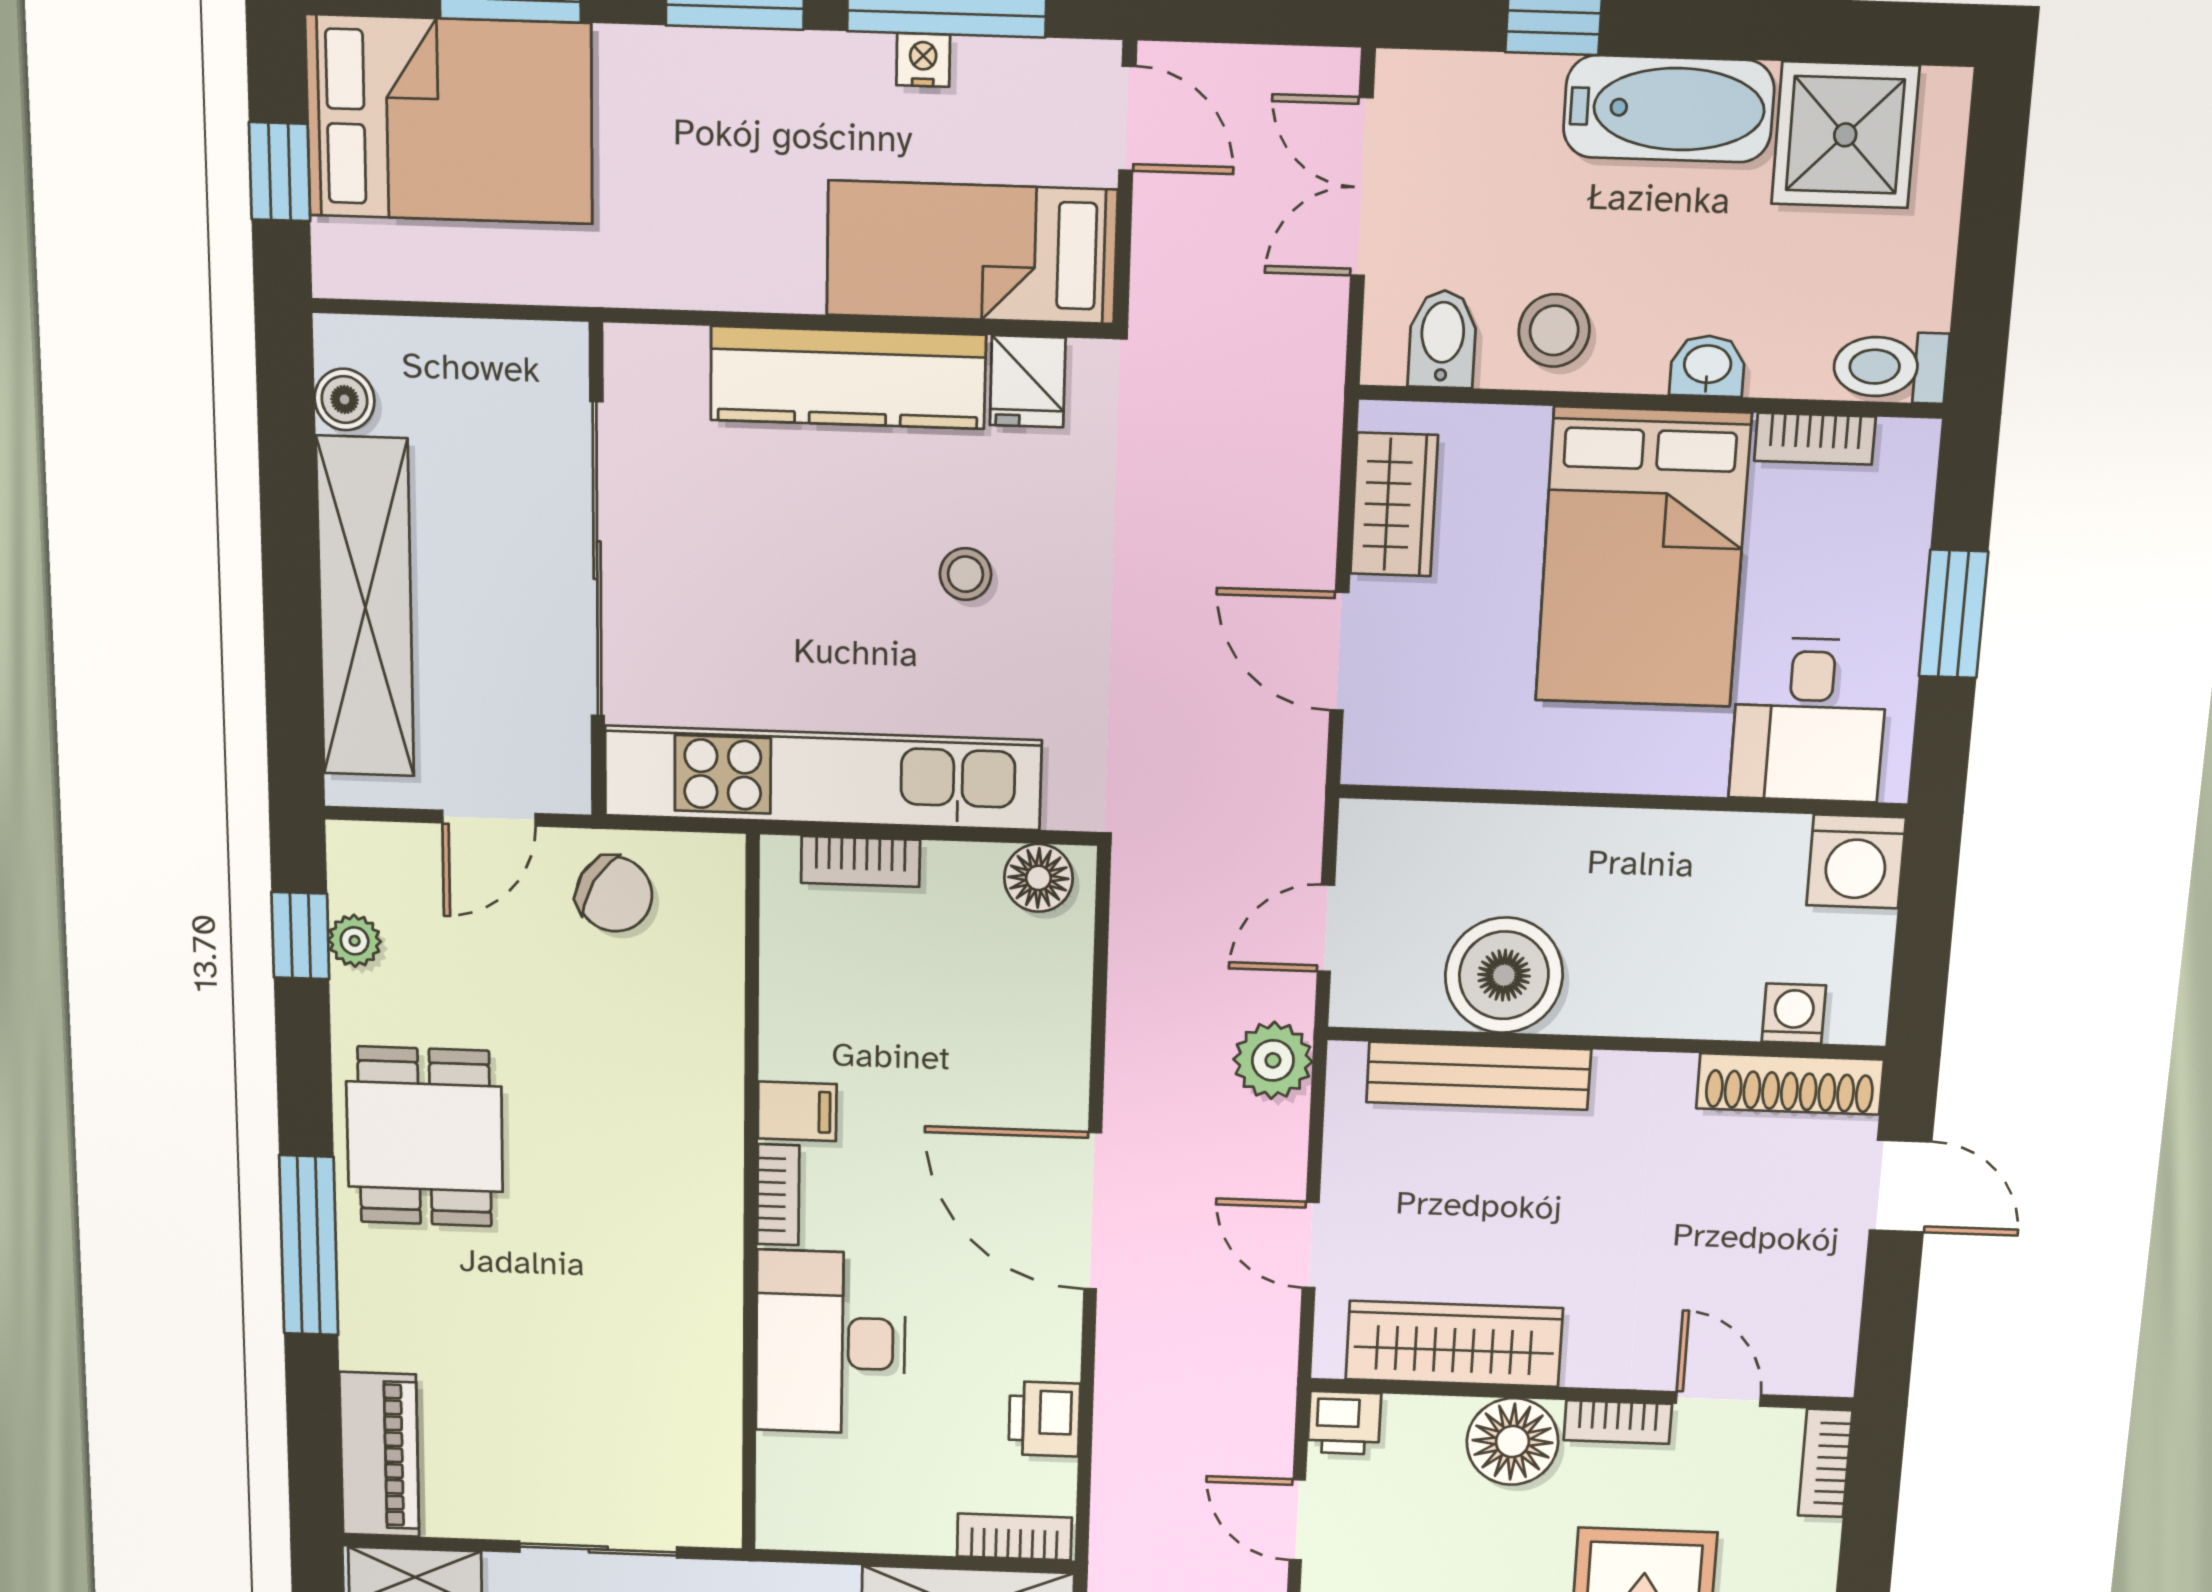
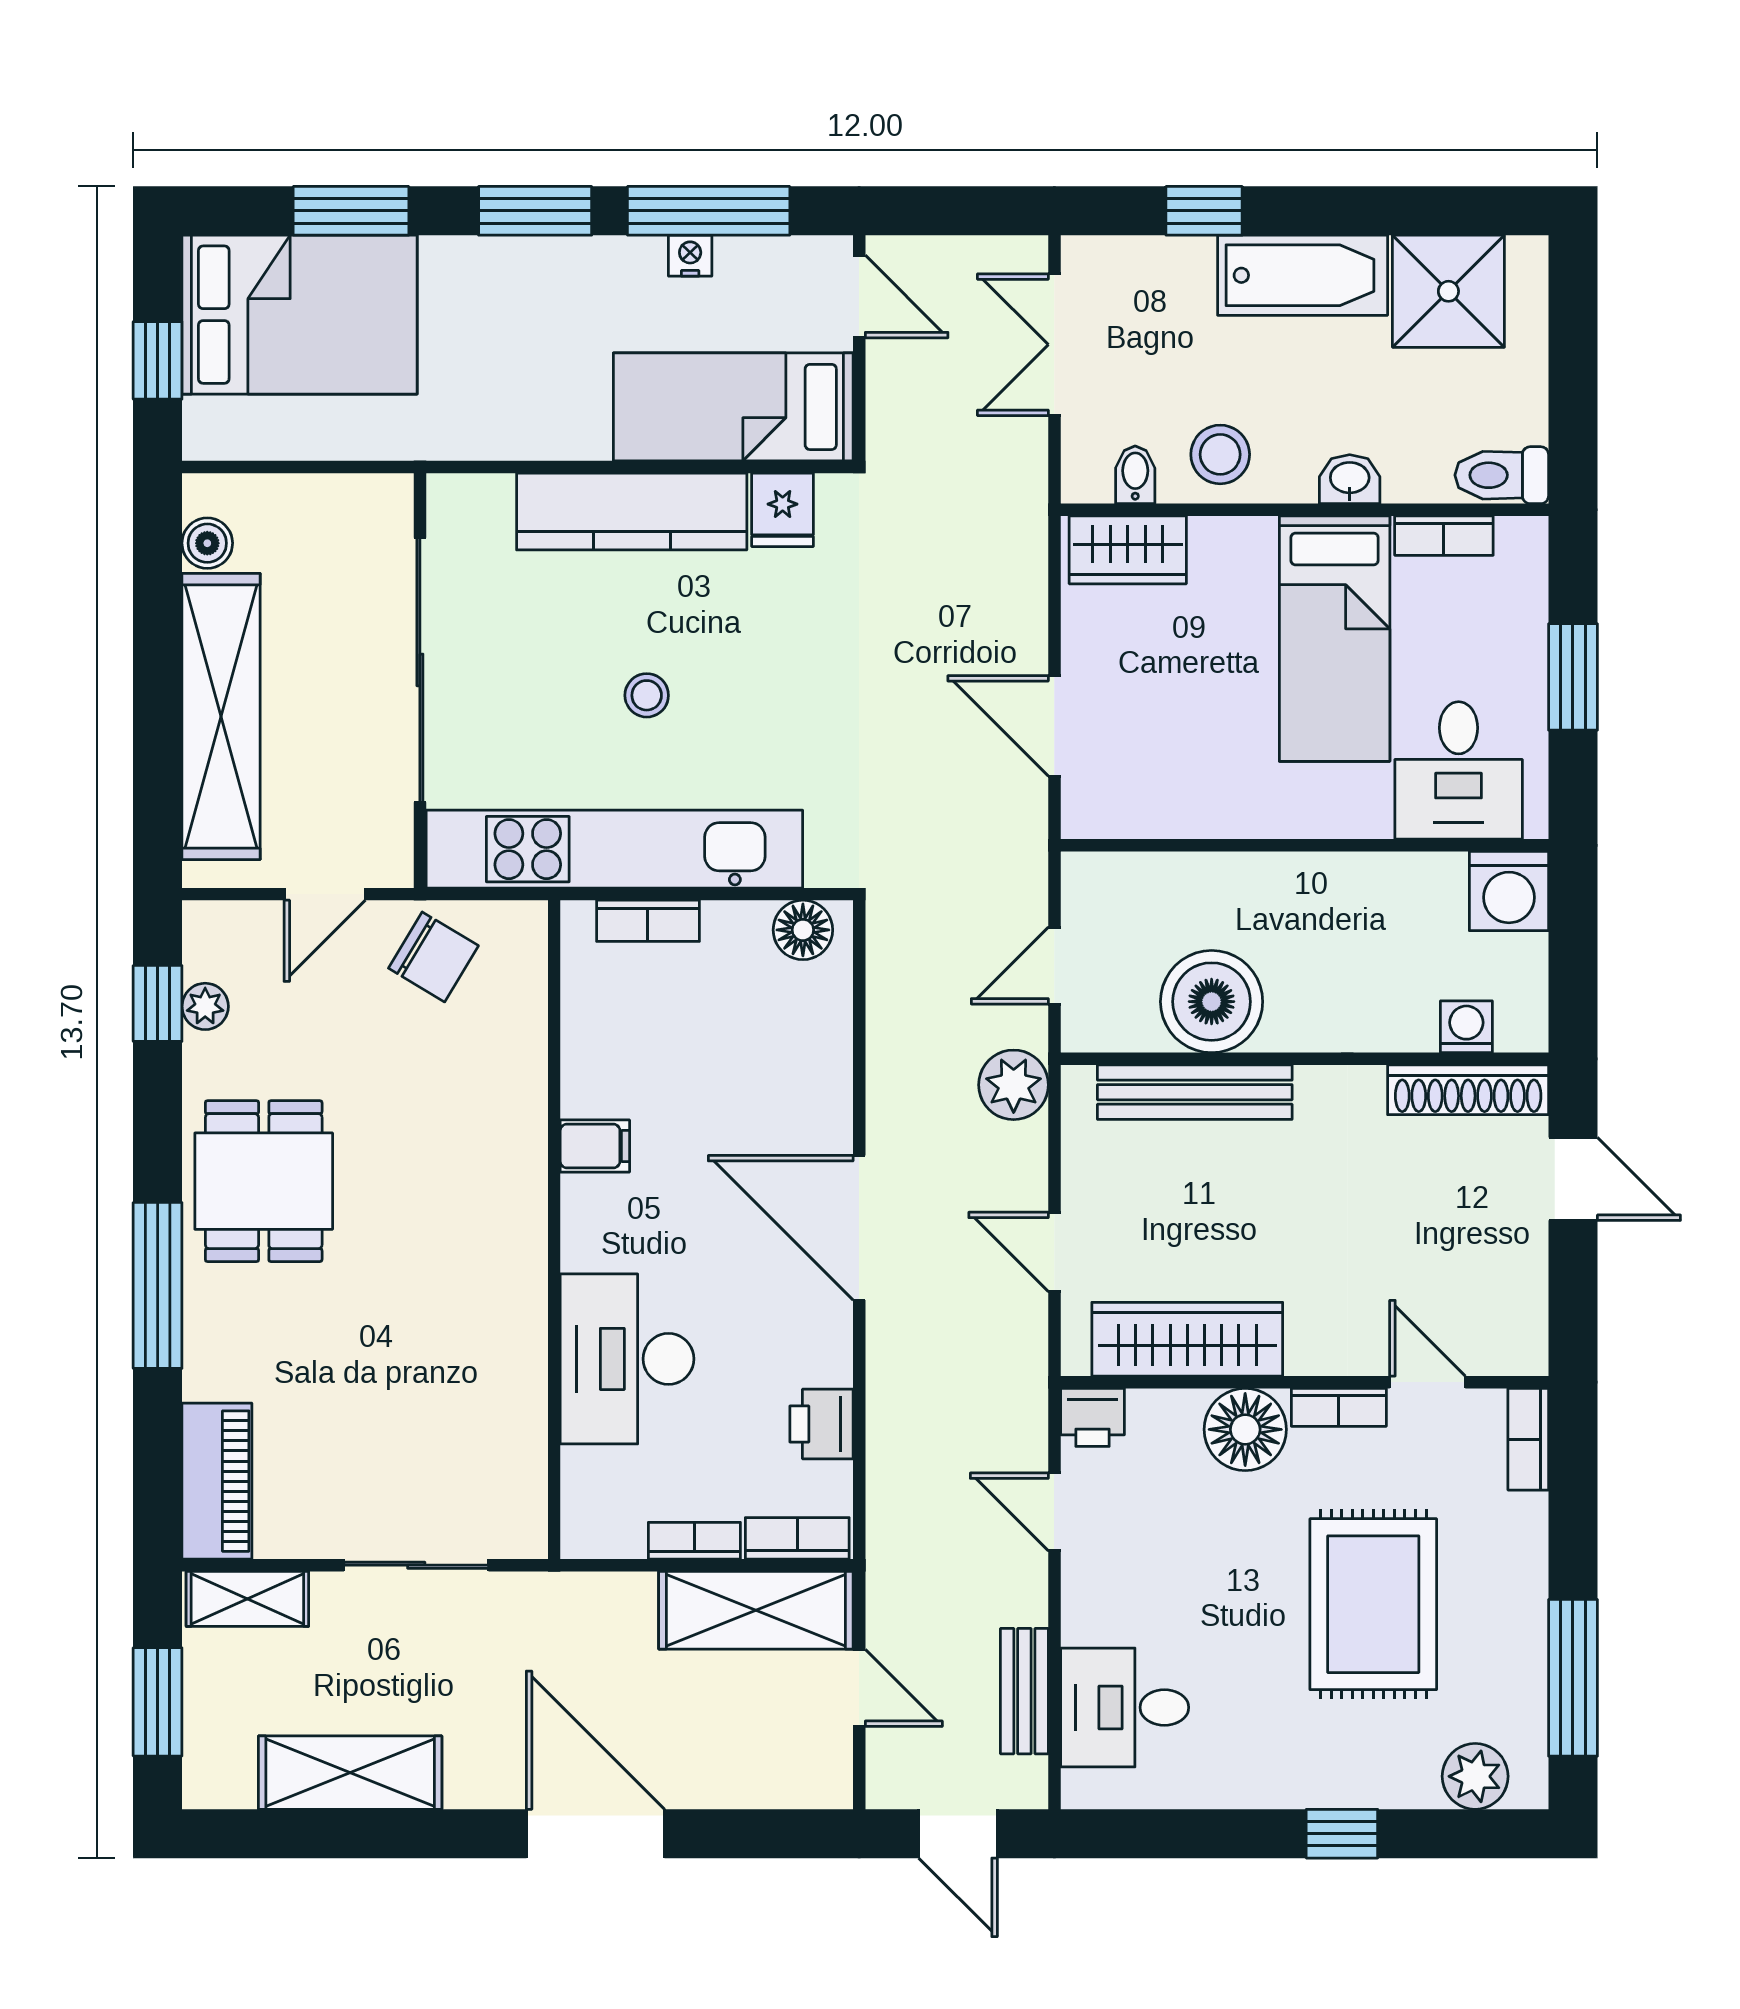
bidet: (1442, 339) -> (1135, 475), width x0.72, depth x0.74
wardrobe: (1394, 505) -> (1128, 550), moved, turned 90
bed: (1643, 558) -> (1335, 639), width x0.67
stool: (965, 574) -> (647, 695), moved
bookcase: (778, 1195) -> (694, 1541), moved, turned -90

